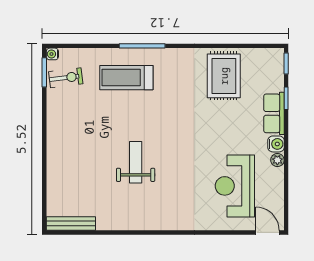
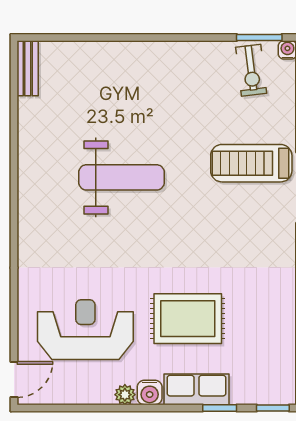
rug: (224, 76) -> (188, 319), moved
treadmill: (126, 78) -> (251, 163), turned -90
weight bench: (136, 162) -> (122, 177), width x1.36, depth x1.33
bench: (71, 224) -> (28, 68), width x0.73

